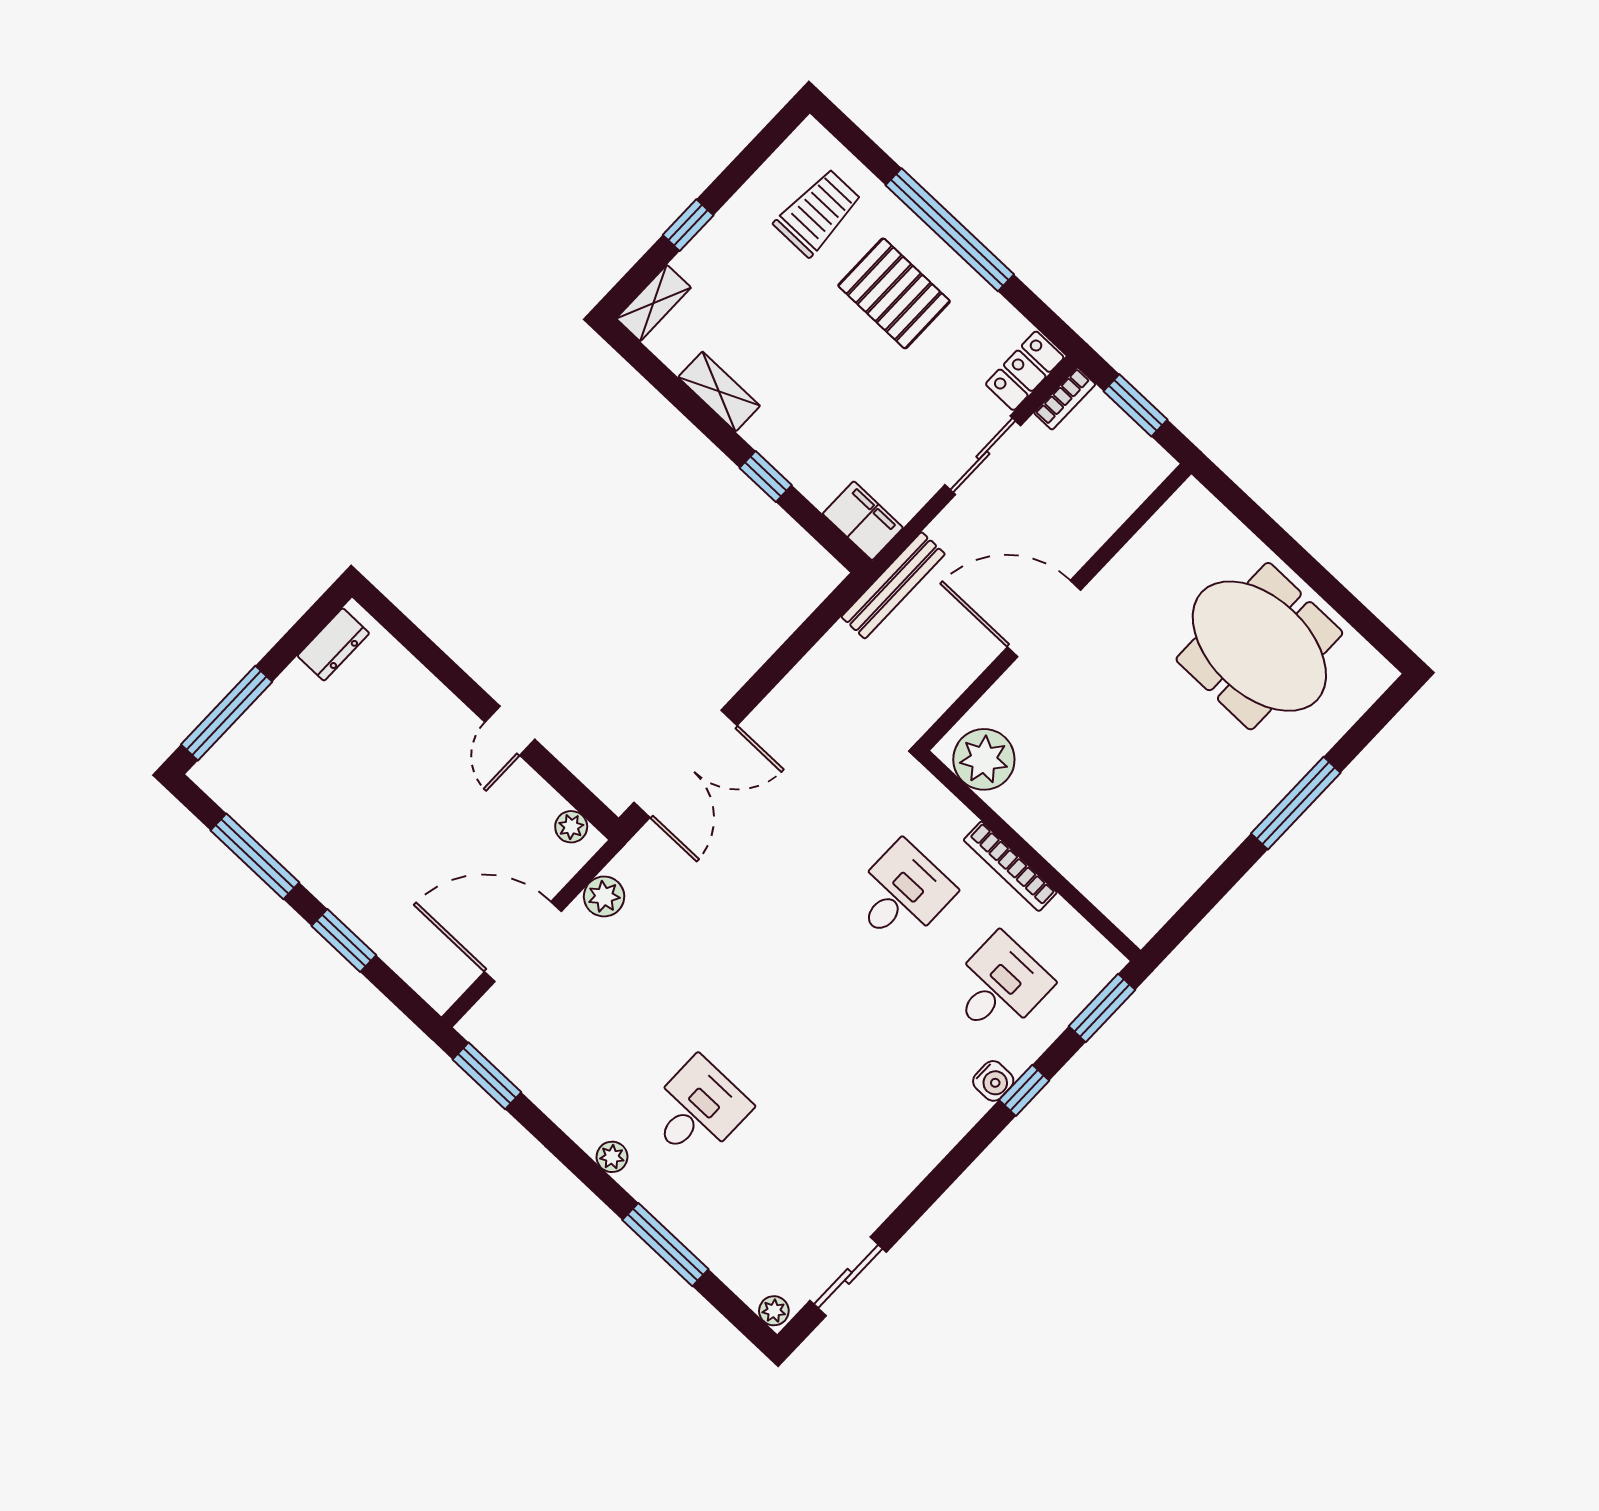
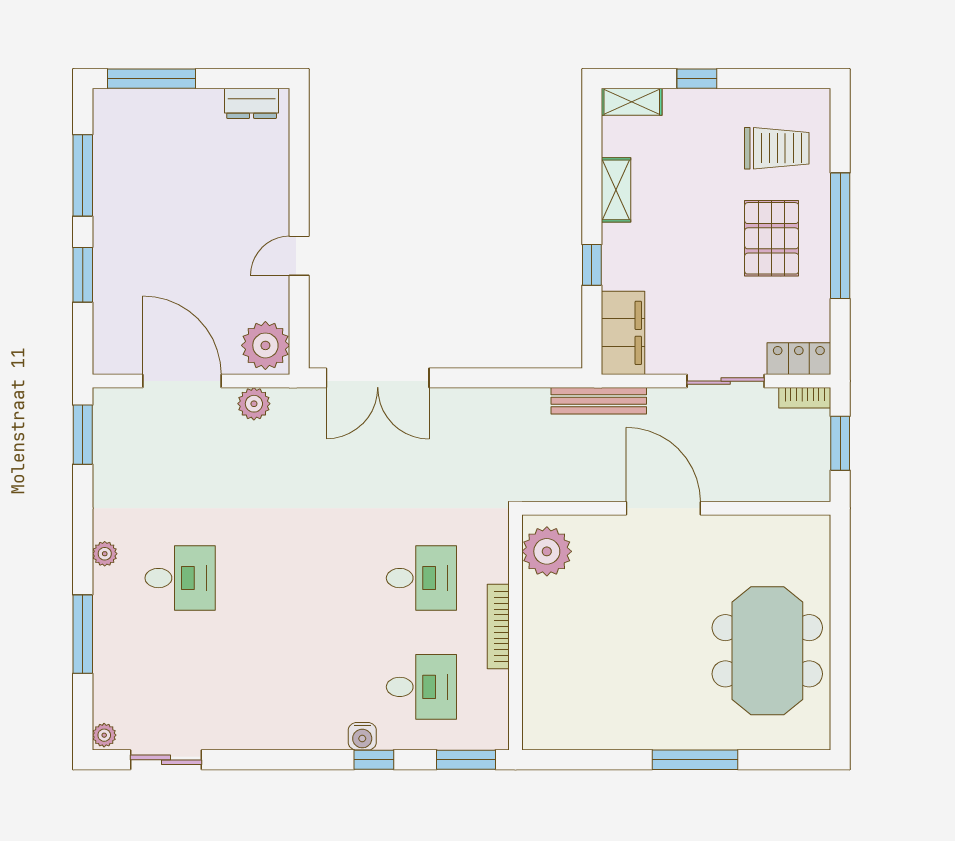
filing cabinet: (863, 521) -> (623, 333), width x1.50, depth x1.17
plant: (571, 827) -> (265, 345), width x1.87, depth x1.87

